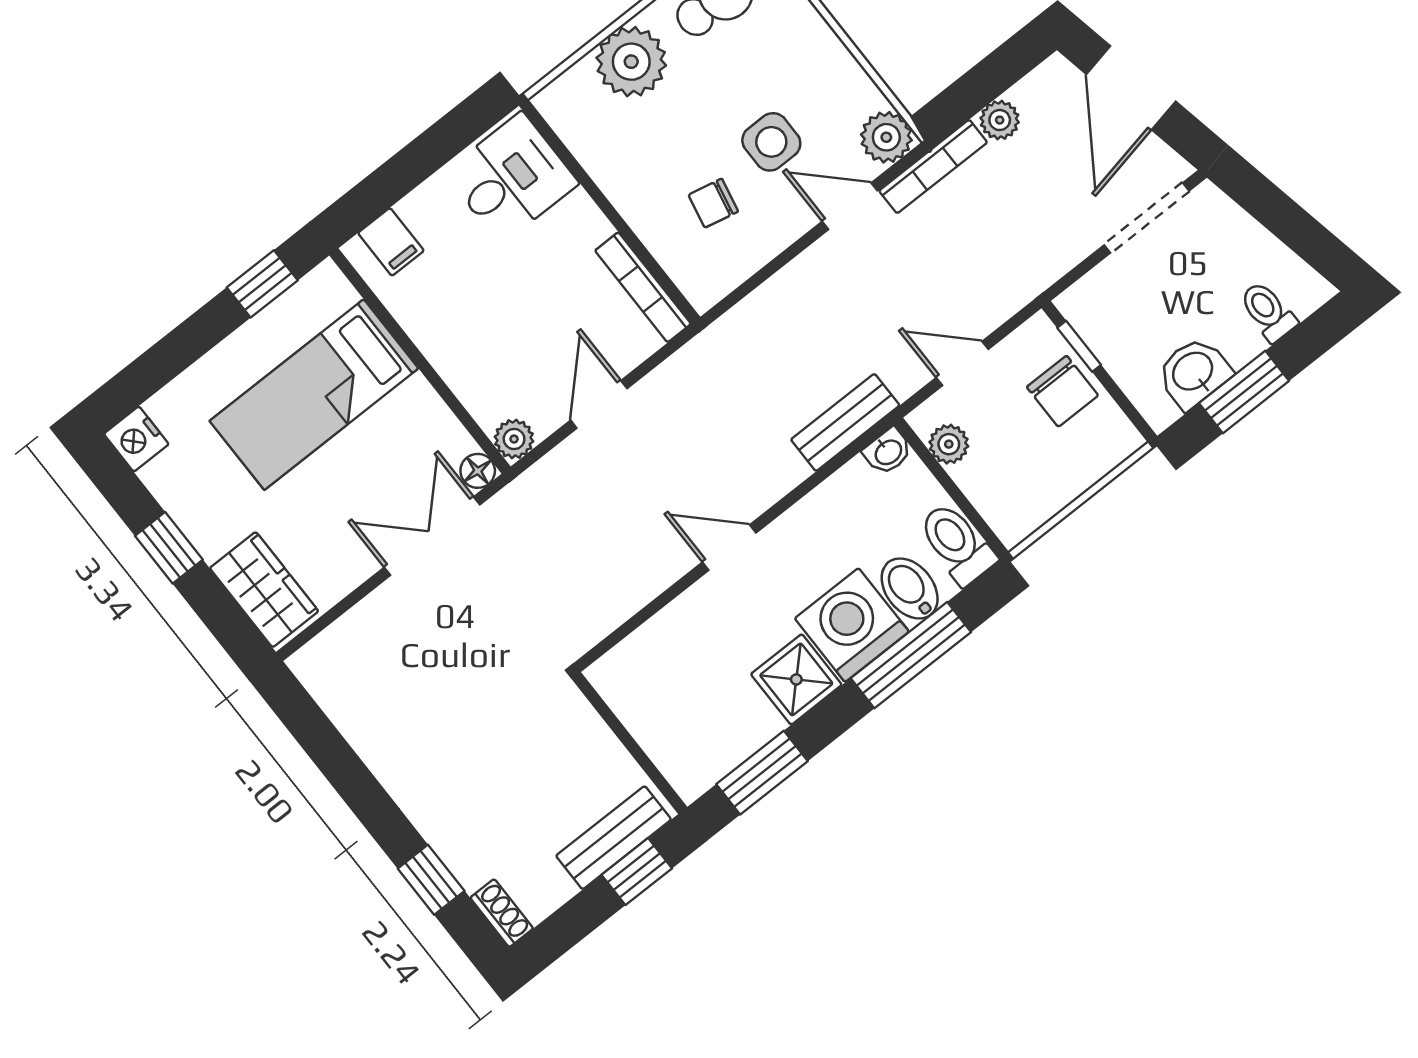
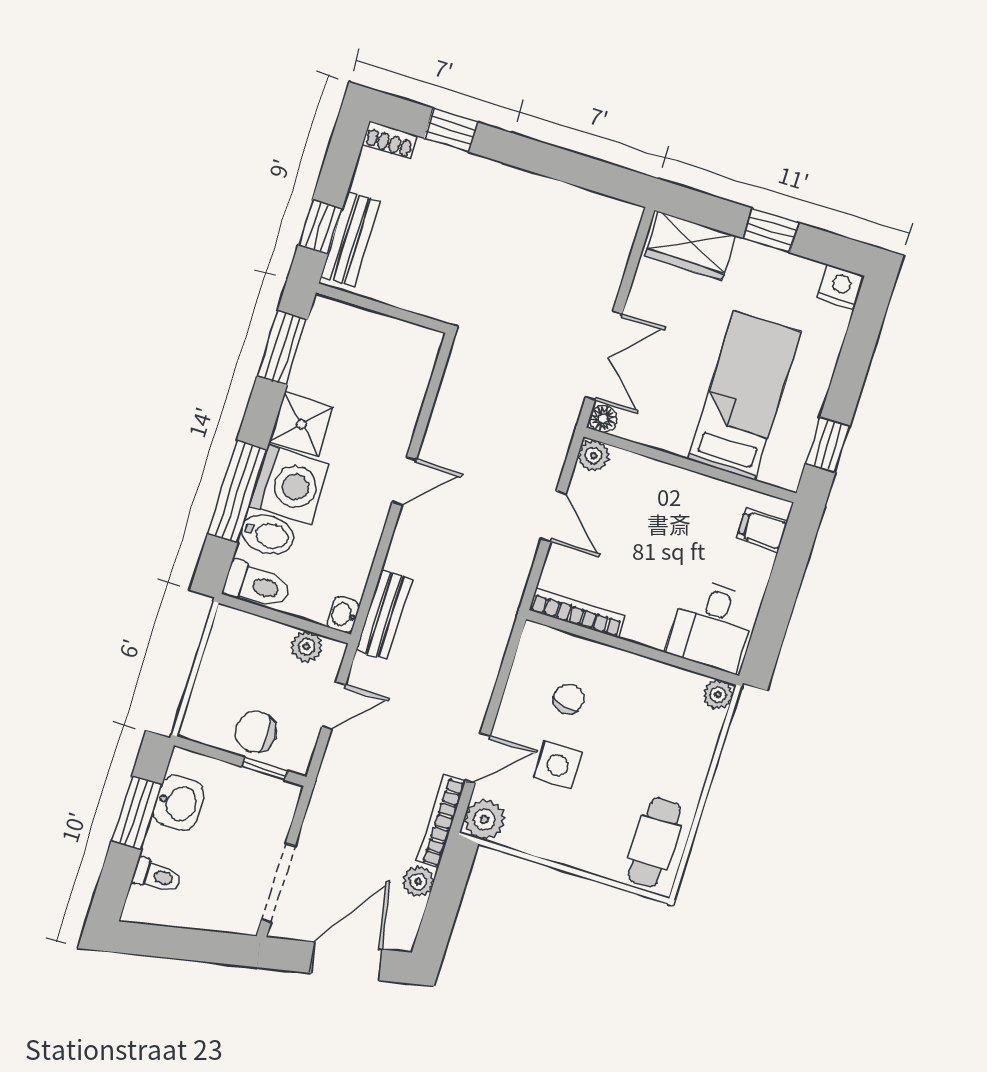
plant: (631, 62) -> (718, 694), moved, width x0.53, depth x0.53
door: (1131, 88) -> (347, 961), hinge flipped

